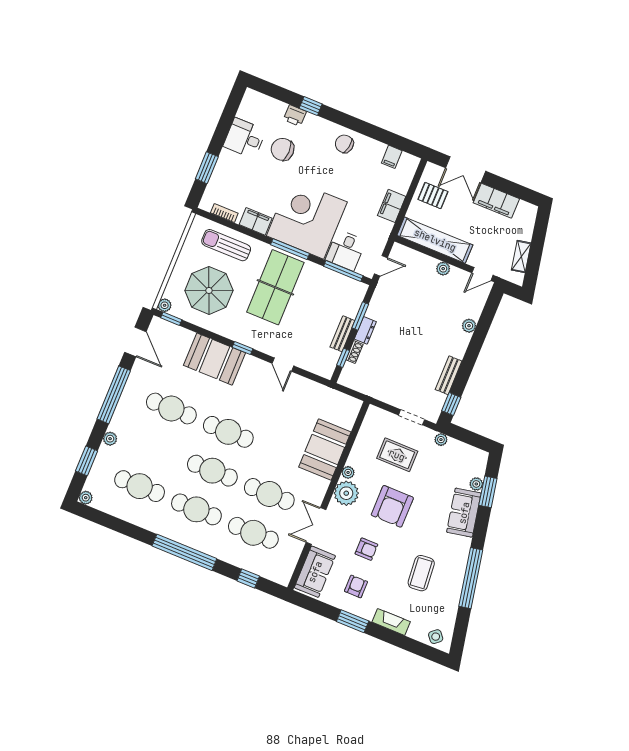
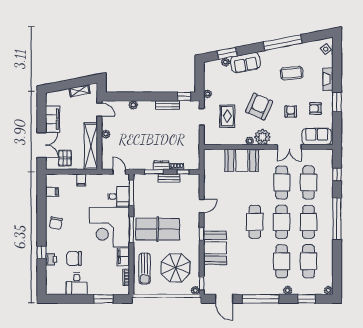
chair: (283, 149) -> (74, 258), turned 90
filing cabinet: (392, 206) -> (81, 180), width x0.50
door: (135, 342) -> (224, 299), swing flipped
cafe table: (171, 408) -> (282, 261), moved
armchair: (392, 506) -> (259, 107), turned -66

